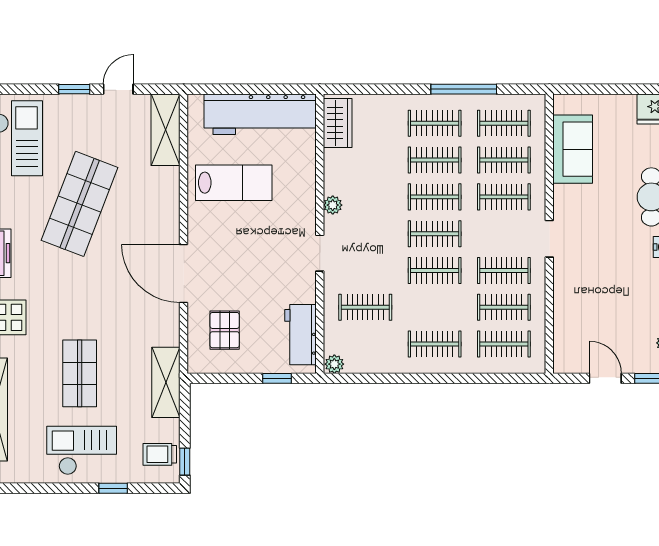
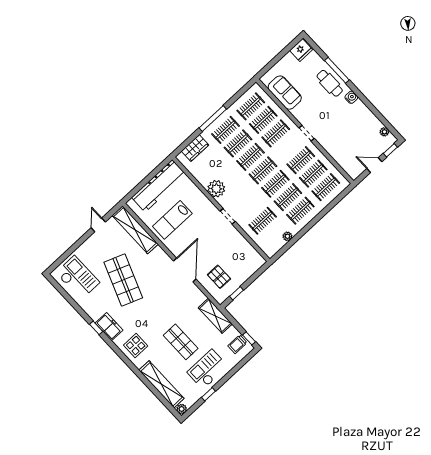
window: (74, 89) -> (82, 240), removed
window: (464, 89) -> (213, 119), moved
wardrobe: (338, 123) -> (195, 148), moved, turned 90
shelving: (166, 130) -> (135, 230), width x1.47
lab bench: (234, 183) -> (172, 220), turned 180
plant: (333, 205) -> (216, 189), width x1.88, depth x1.88
door: (184, 273) -> (185, 270), swing flipped
clothes rail: (435, 307) -> (288, 197), added
workbench: (301, 335) -> (248, 253), removed
plant: (334, 364) -> (287, 236), moved
window: (277, 378) -> (236, 293), moved
window: (113, 488) -> (208, 394), moved

